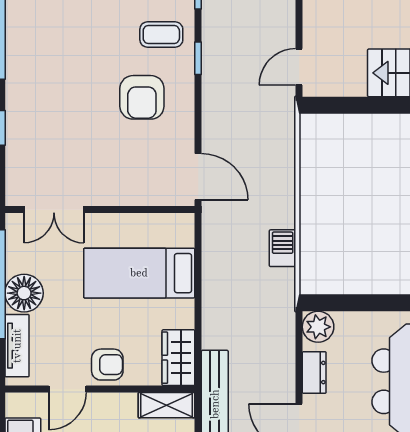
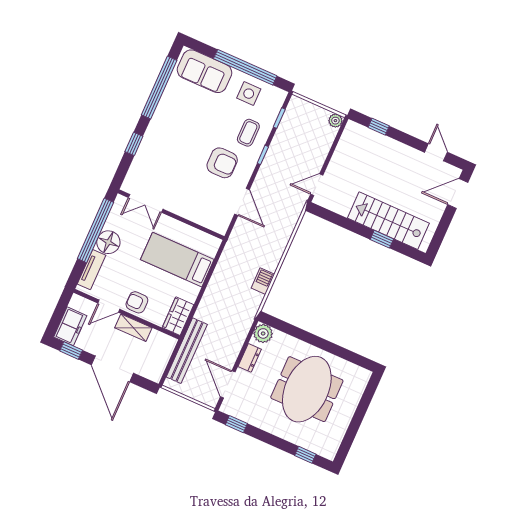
coffee table: (161, 34) -> (248, 133), turned 90
armchair: (142, 97) -> (222, 163), turned -90
door: (198, 177) -> (242, 202), moved
armchair: (107, 365) -> (137, 302), turned 180
shelving: (167, 405) -> (133, 328), moved

